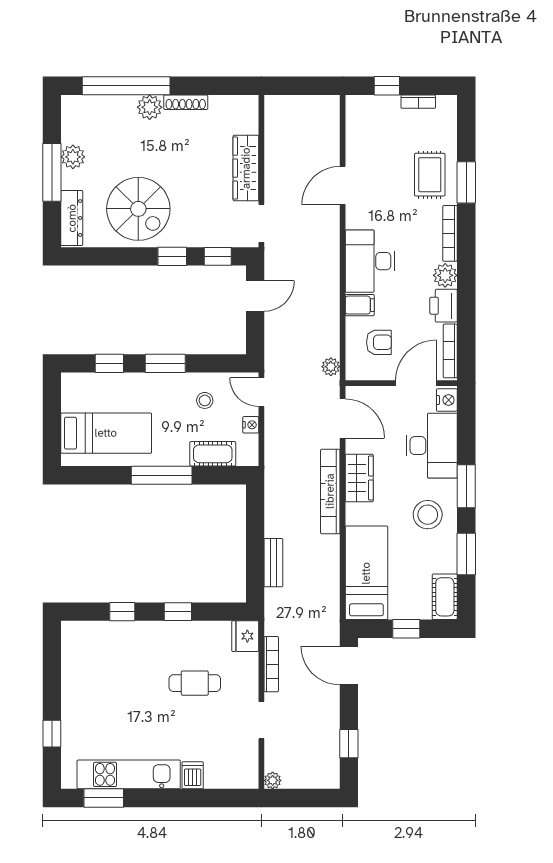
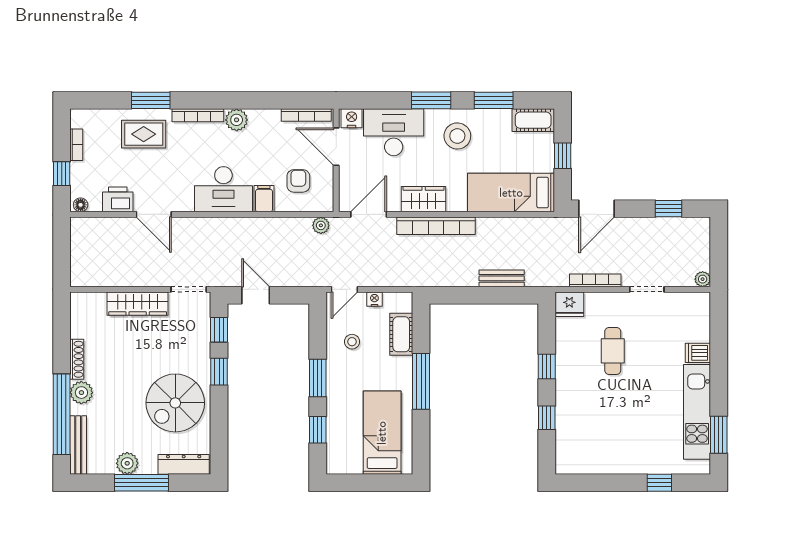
bench: (93, 104) -> (78, 445), added
floor lamp: (353, 106) -> (81, 205), added
spiral stairs: (138, 209) -> (175, 403), turned 180
printer: (444, 306) -> (118, 199), moved, turned 180

